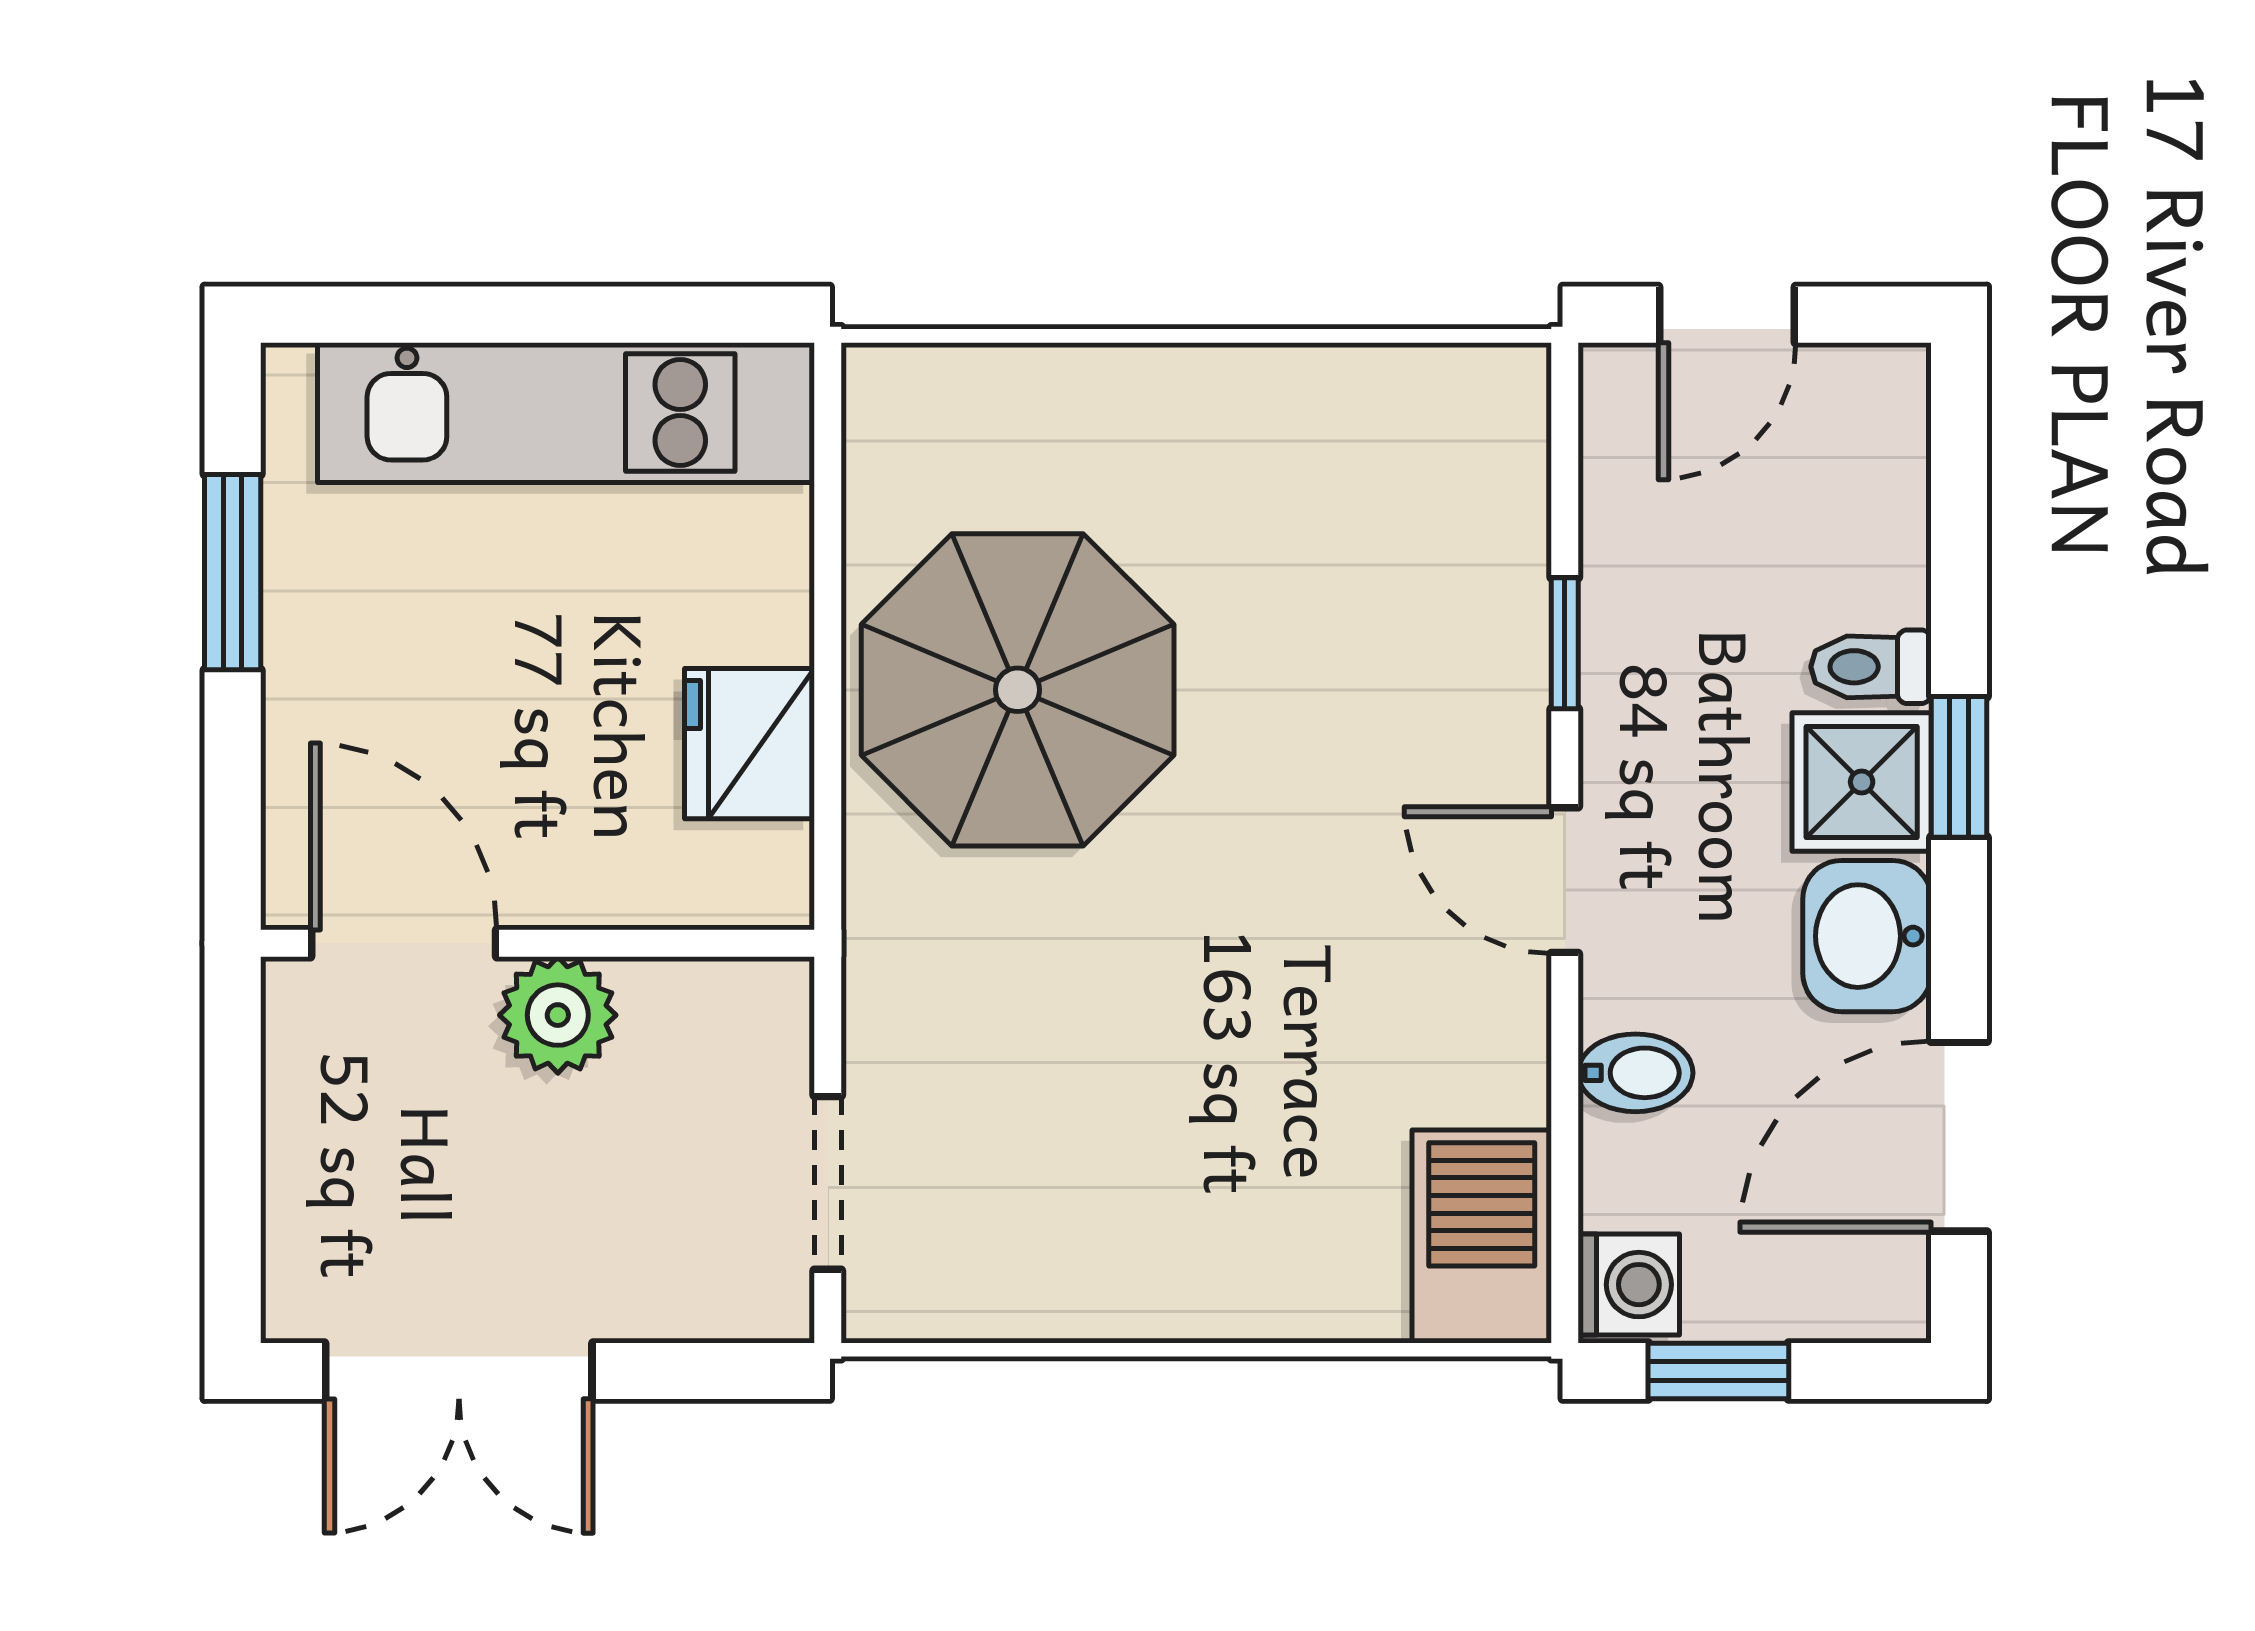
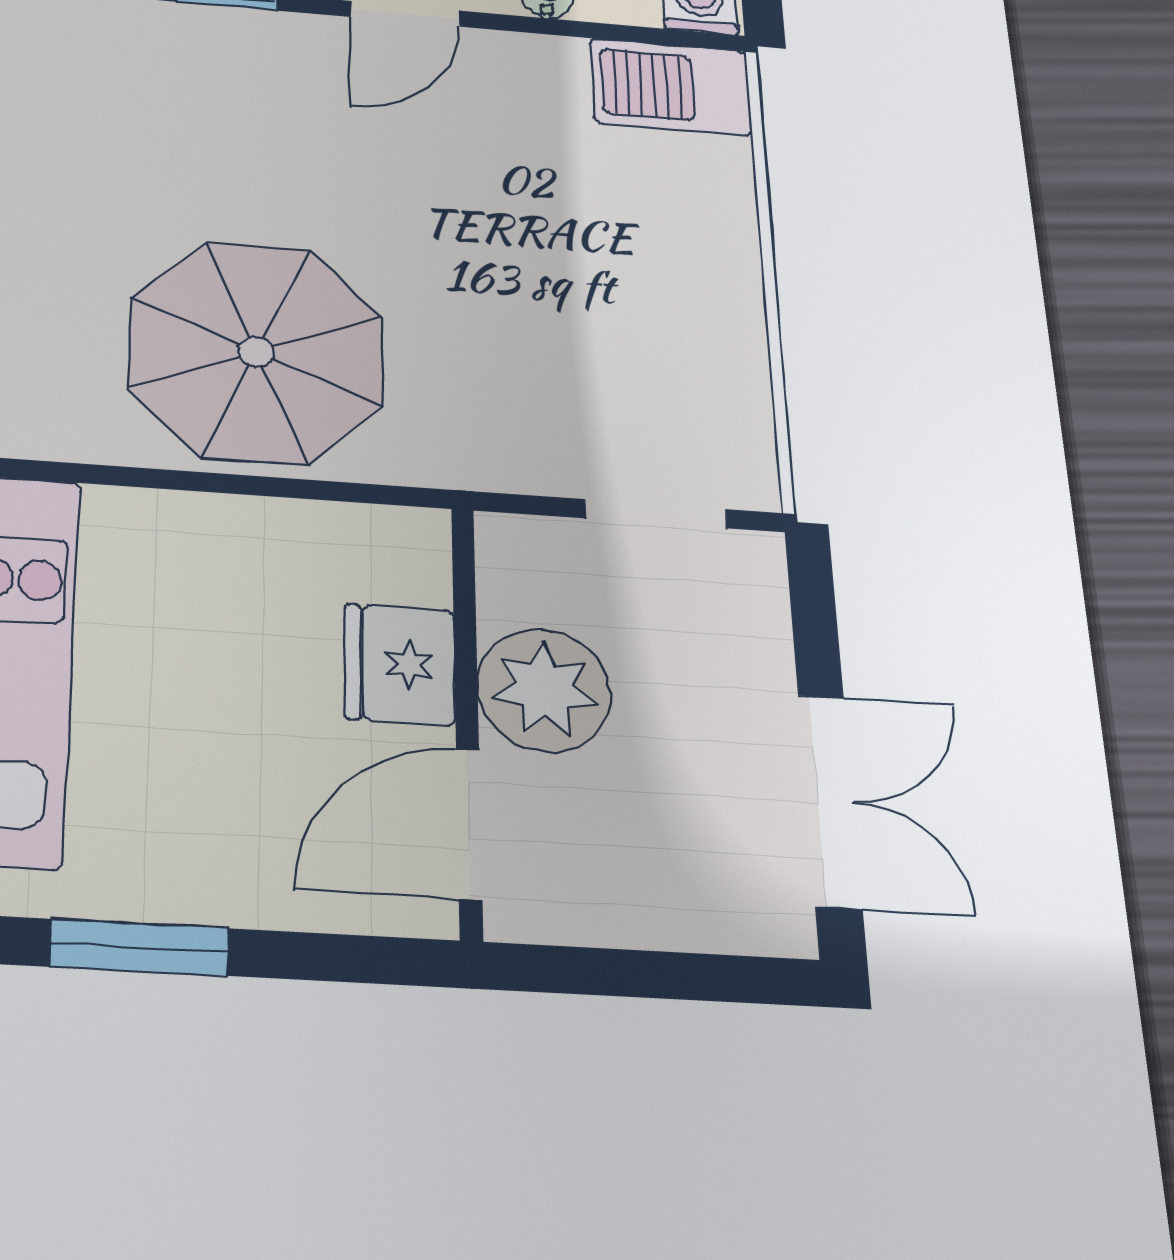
fridge: (750, 744) -> (400, 664), moved, turned 90
plant: (558, 1015) -> (544, 690), width x1.36, depth x1.36

